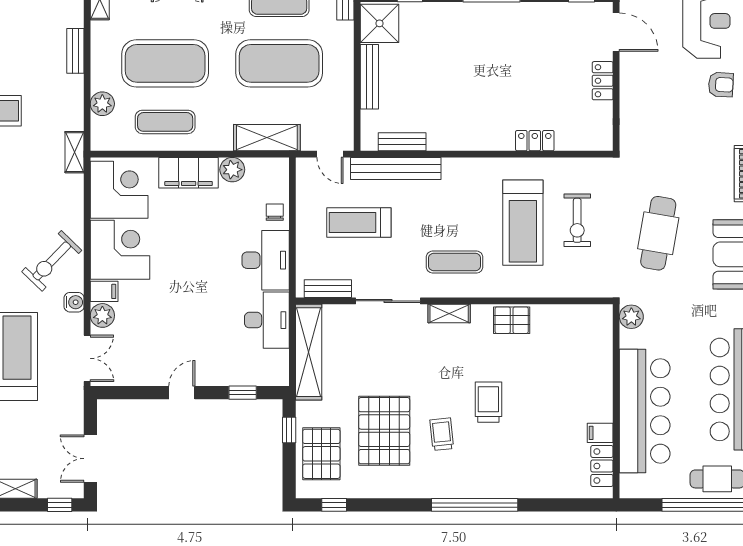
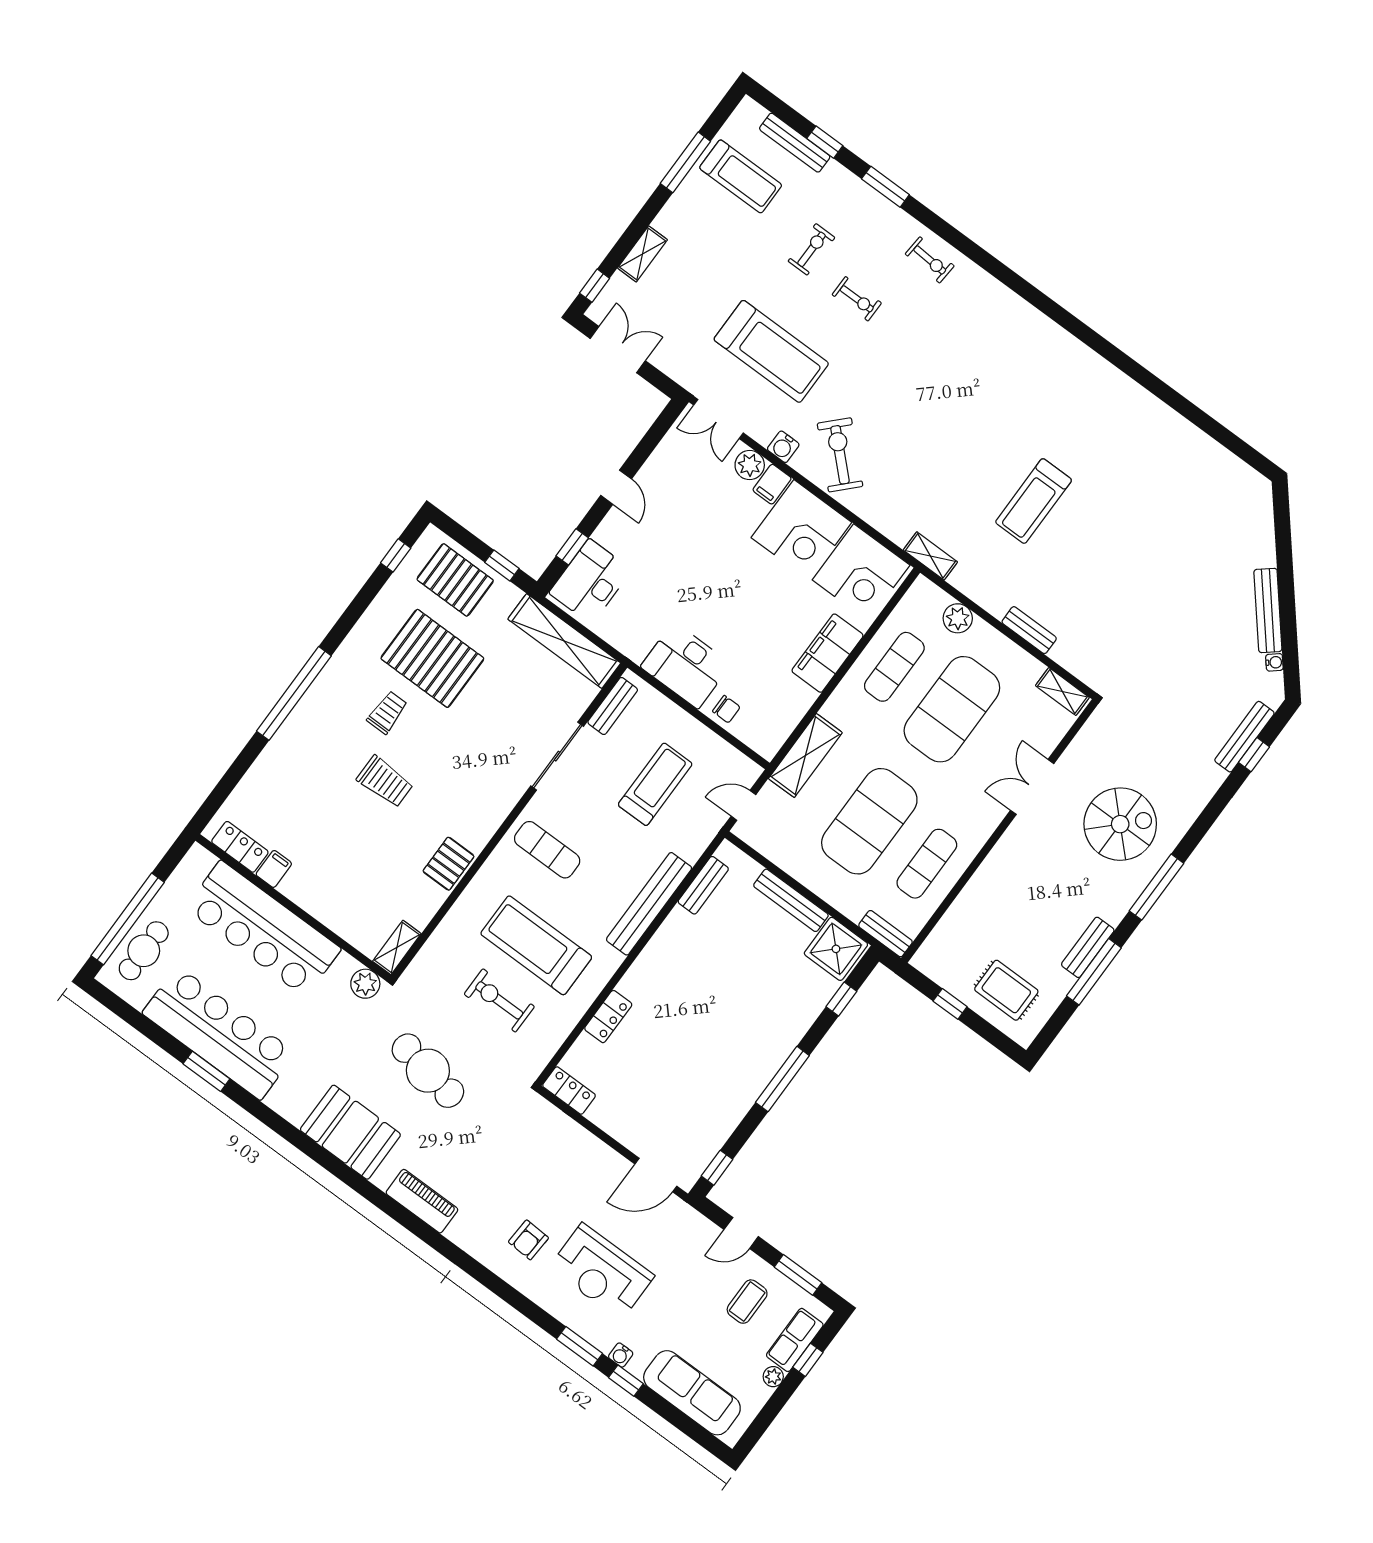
locker: (603, 81) -> (569, 1091), moved
bench: (396, 169) -> (649, 904), moved
plant: (232, 170) -> (799, 698), removed
exercise mat: (455, 262) -> (547, 850), turned 90
shelving: (449, 314) -> (397, 947), moved
desk: (267, 320) -> (590, 581), moved, turned 90
trolley: (442, 434) -> (387, 712), turned -84

